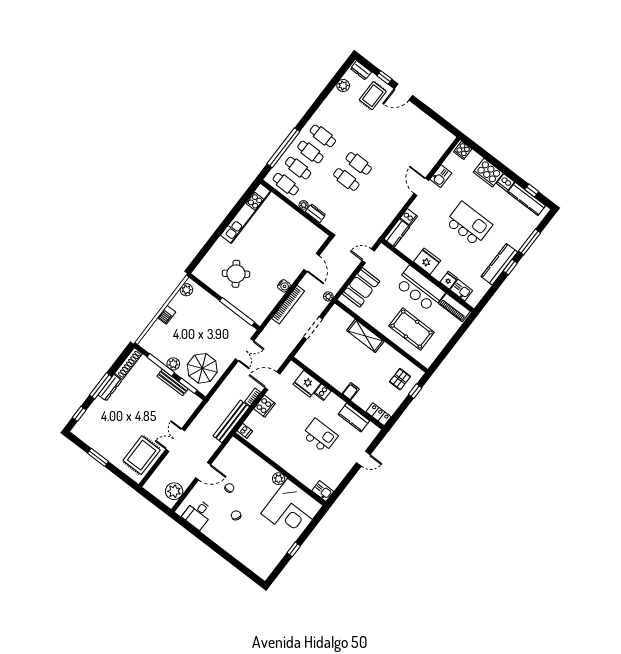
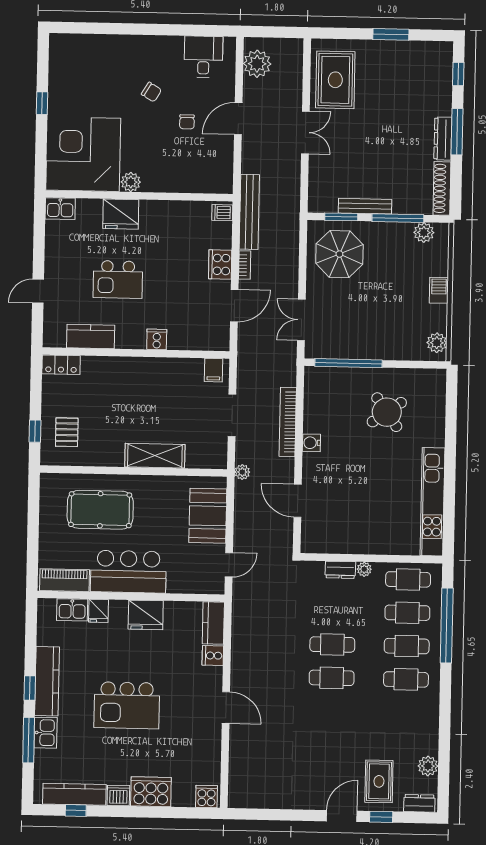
kitchen sink: (441, 176) -> (46, 733), moved, turned 180
plant: (173, 364) -> (424, 233), moved
fridge: (307, 384) -> (121, 214), moved, turned 180
filing cabinet: (351, 391) -> (213, 370), moved

